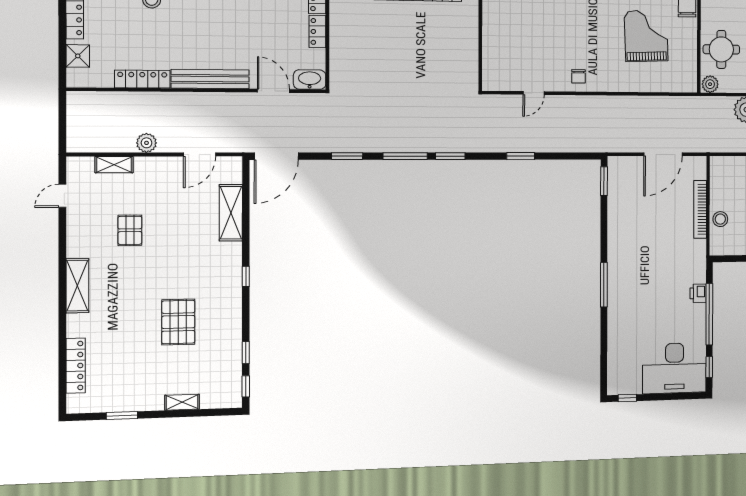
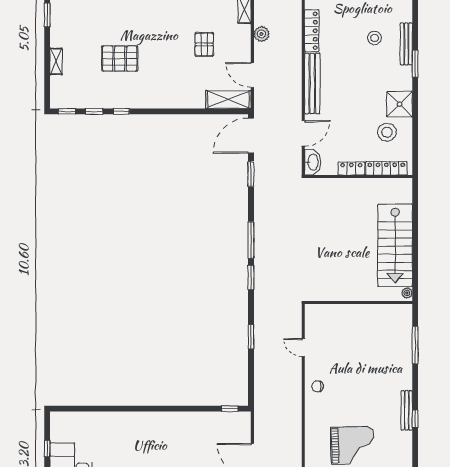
door: (276, 156) -> (251, 136), hinge flipped
window: (347, 156) -> (251, 174), moved
window: (604, 181) -> (230, 409), width x0.67
shelving: (231, 213) -> (228, 100), moved
pallet: (130, 230) -> (204, 44), moved, turned 90
window: (246, 276) -> (121, 111), moved
window: (604, 285) -> (143, 409), removed
window: (627, 398) -> (47, 448), moved

